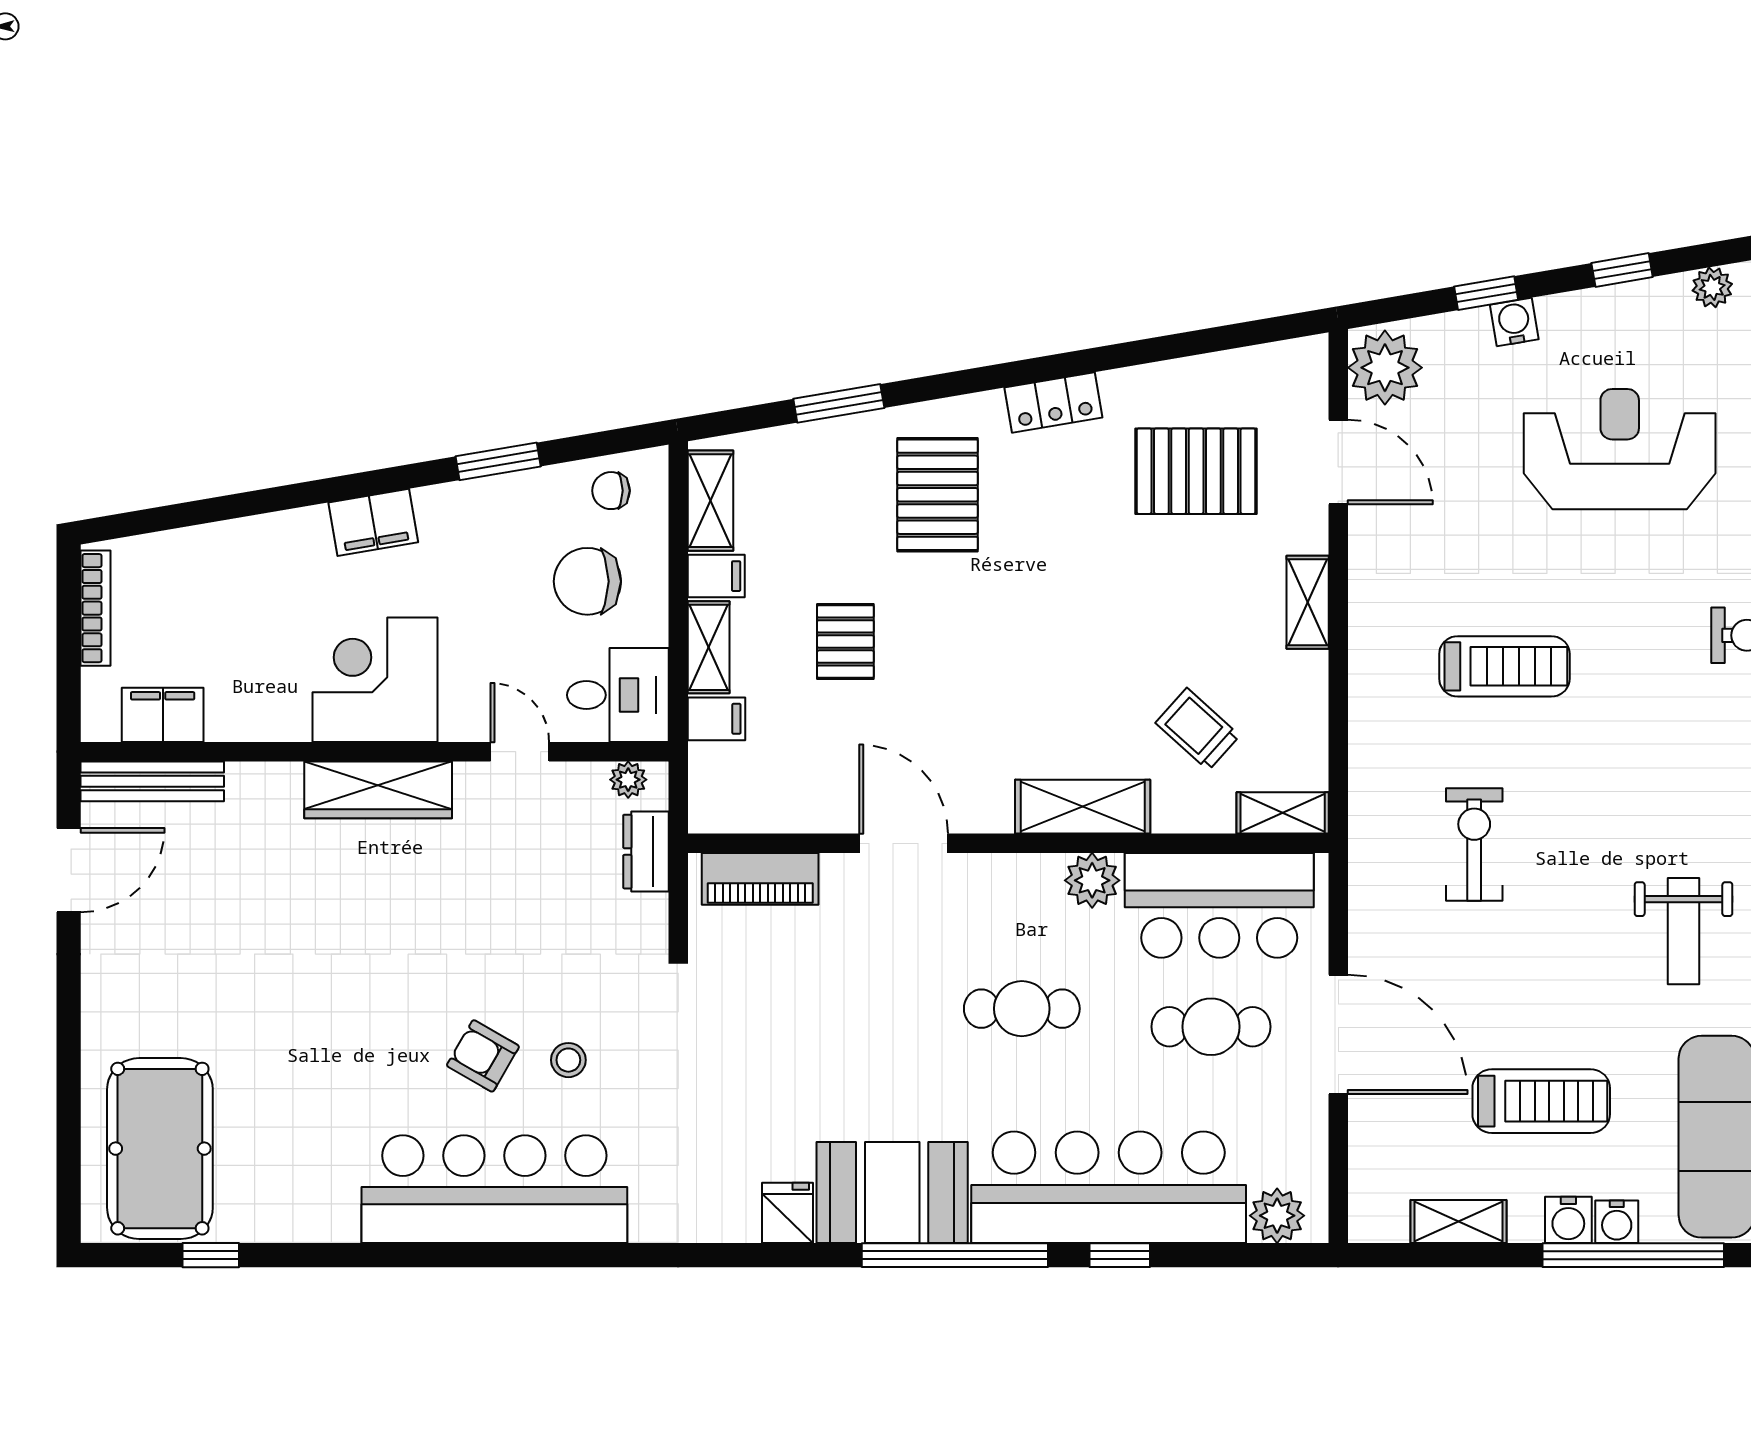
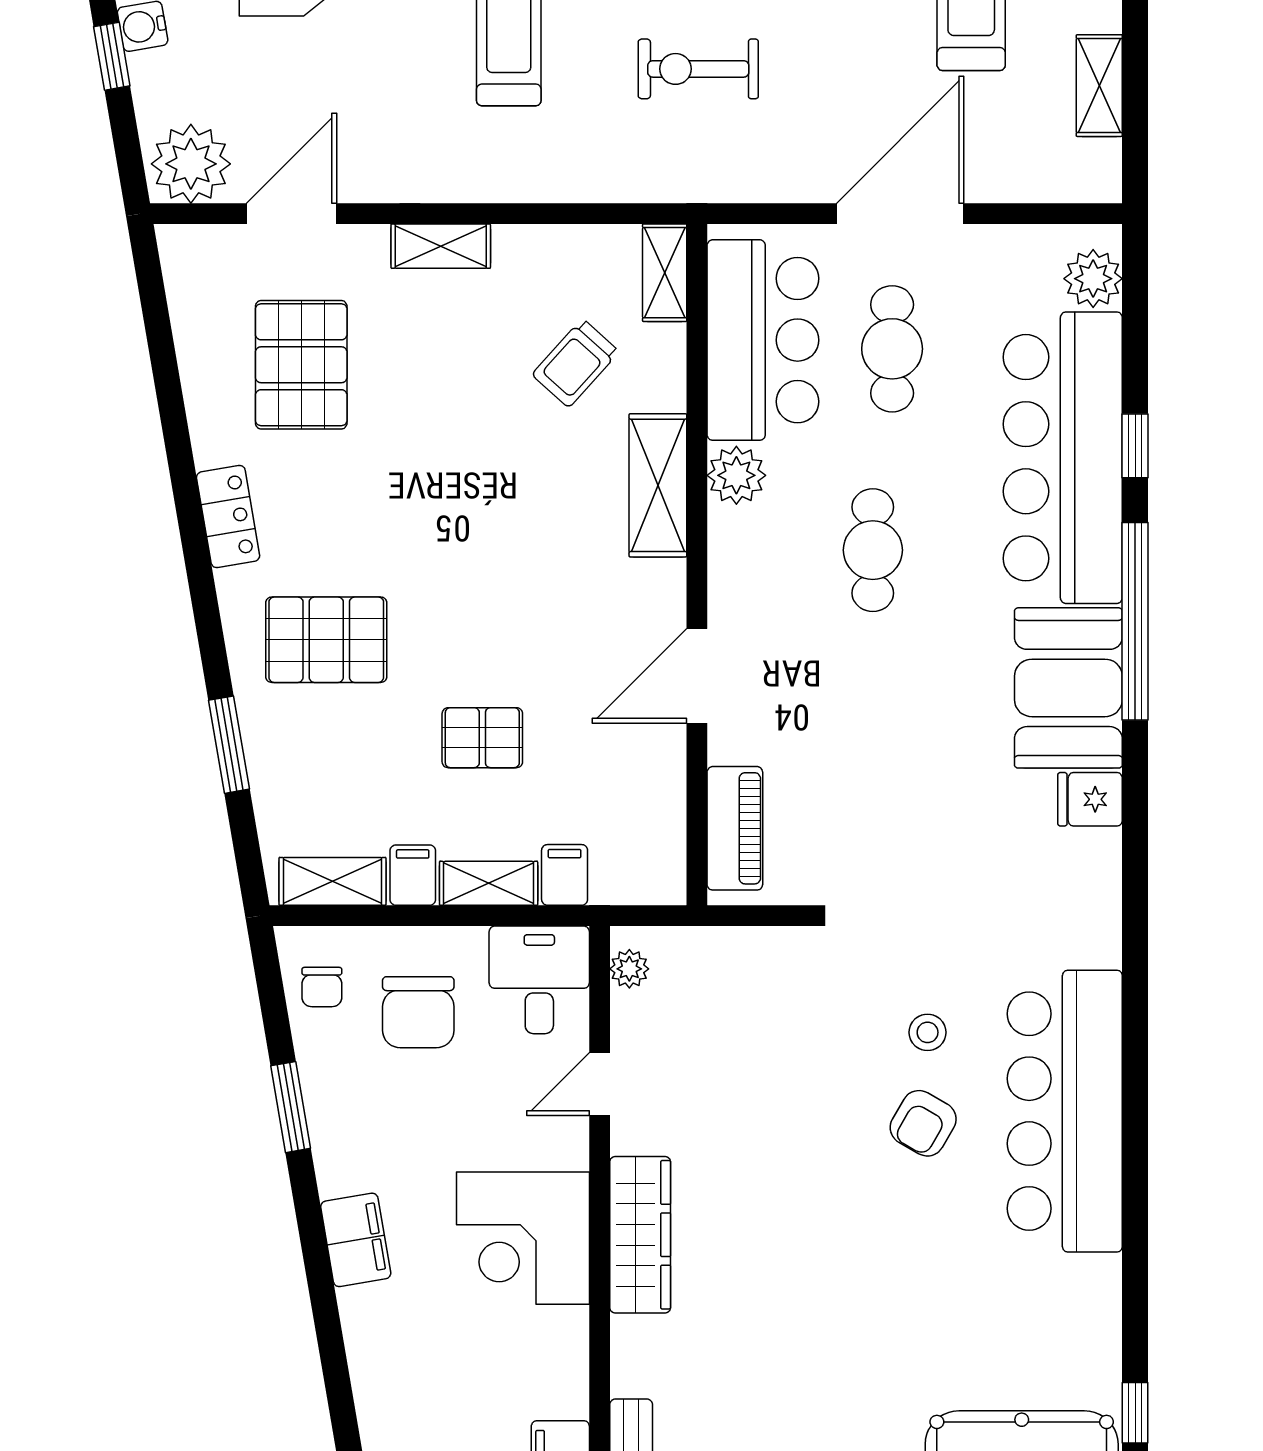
dresser: (646, 852) -> (706, 950), removed

